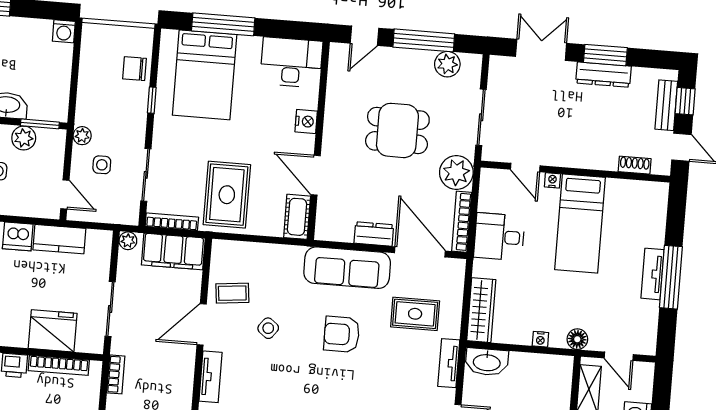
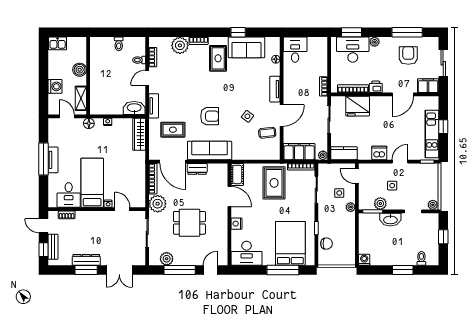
desk: (499, 237) -> (69, 195), moved, turned 90
kitchen counter: (59, 239) -> (344, 153), moved

